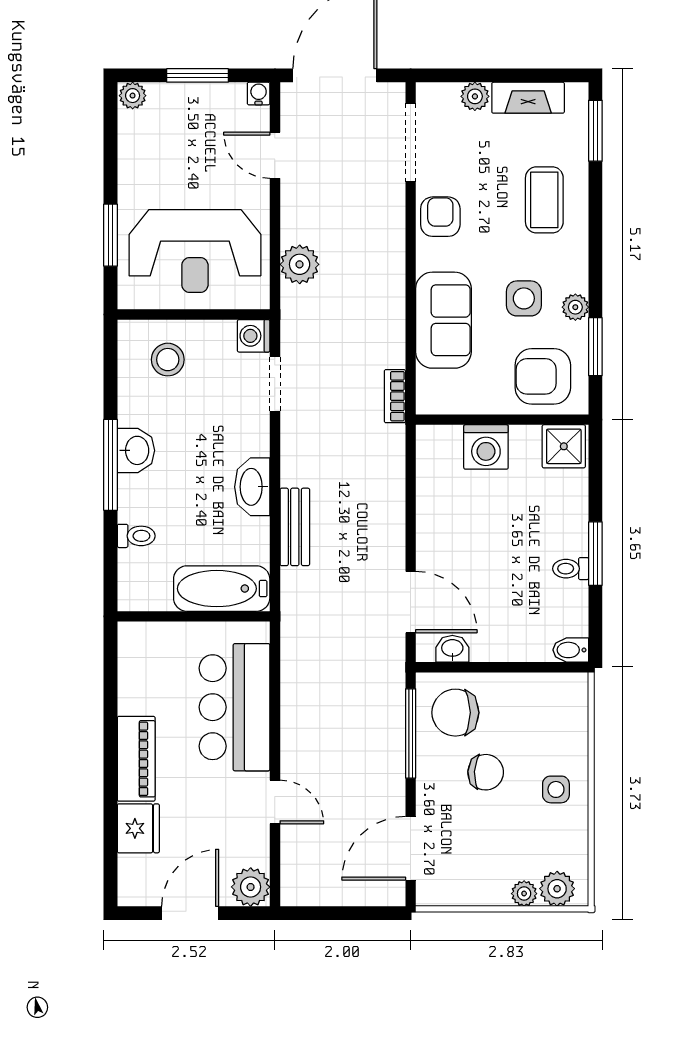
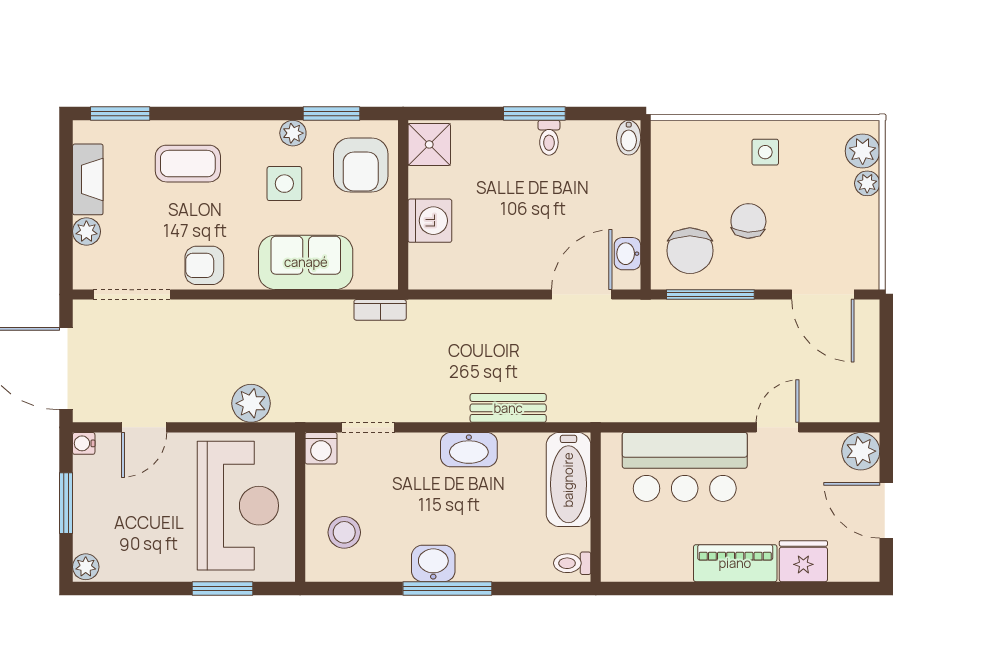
toilet: (136, 536) -> (572, 563), moved, turned -90

